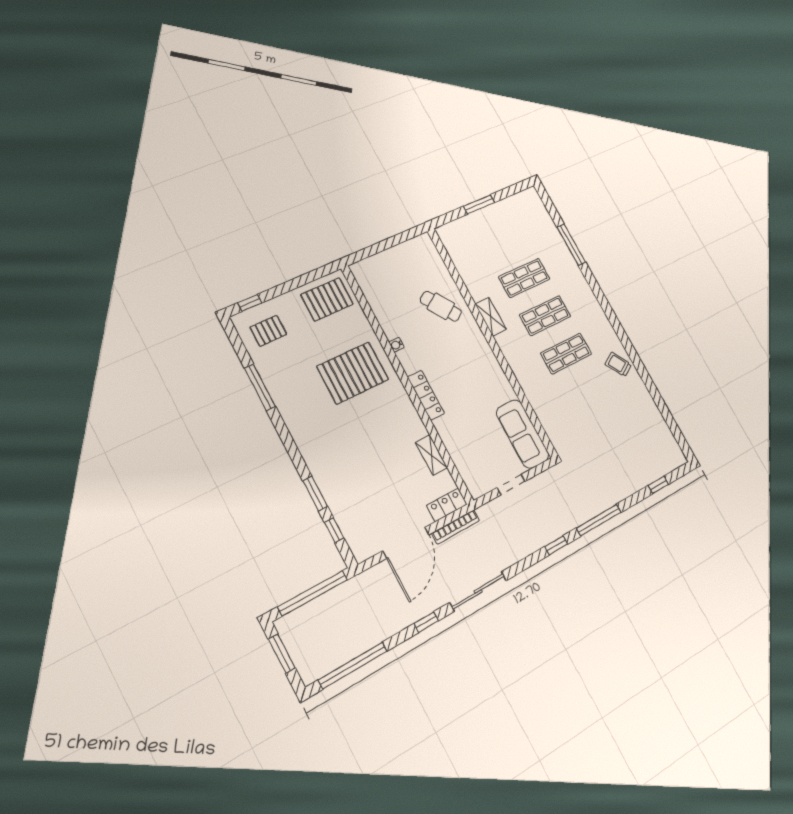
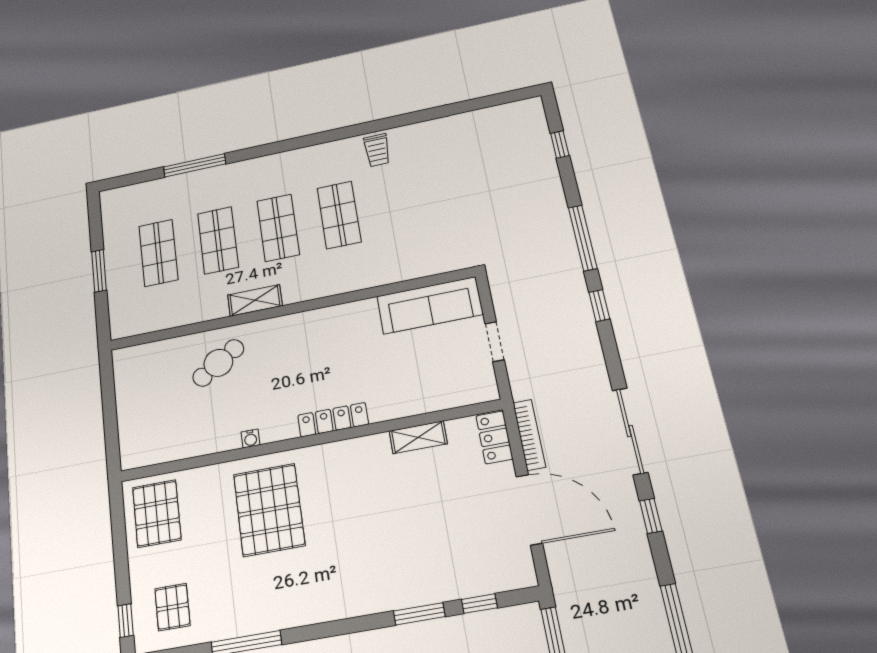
shop shelf: (504, 241) -> (158, 253), added
trolley: (618, 364) -> (377, 150), turned -59

